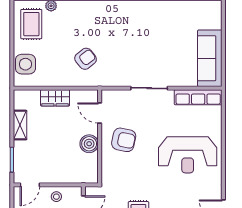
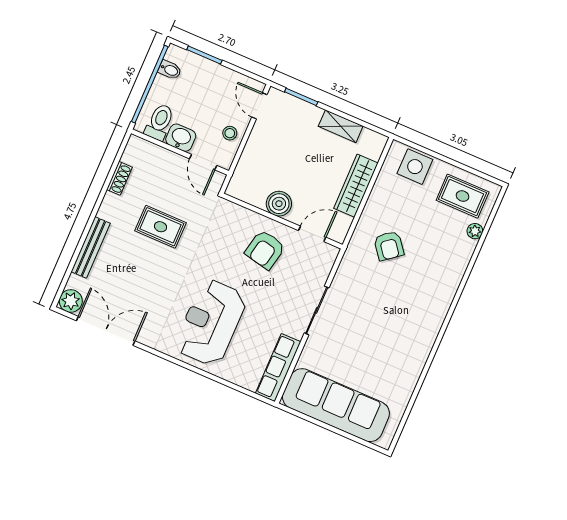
sofa: (210, 58) -> (336, 405), width x1.36, depth x1.27
wardrobe: (55, 98) -> (356, 186), width x1.50

